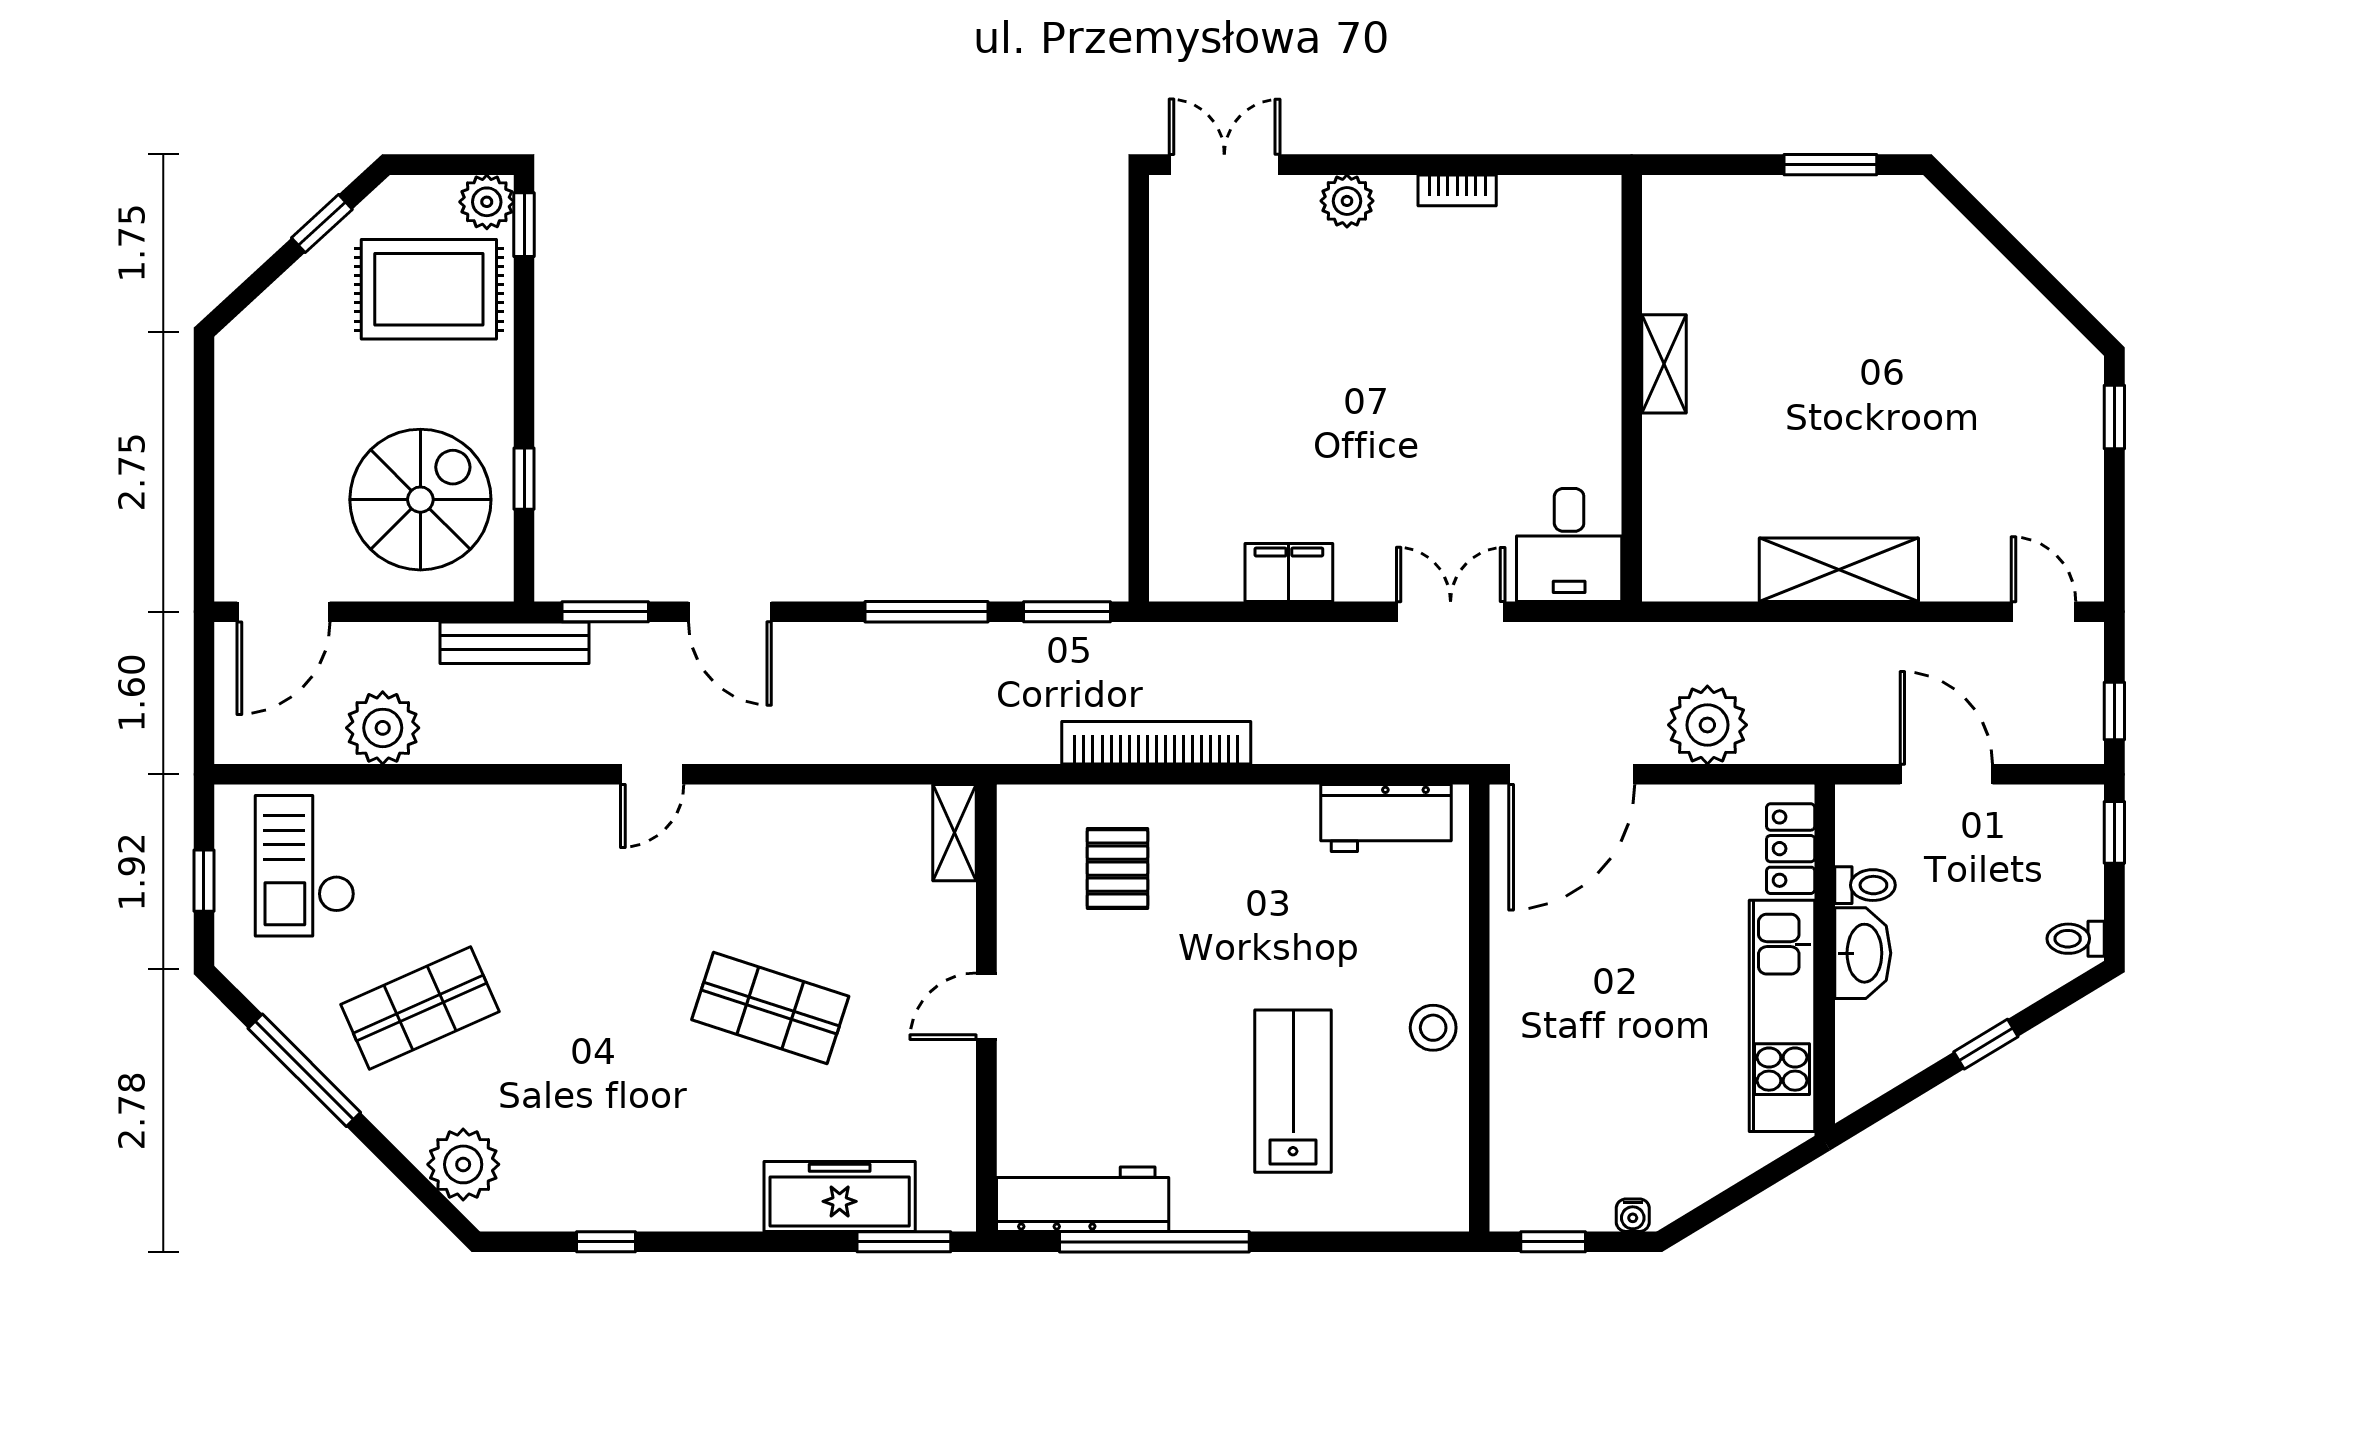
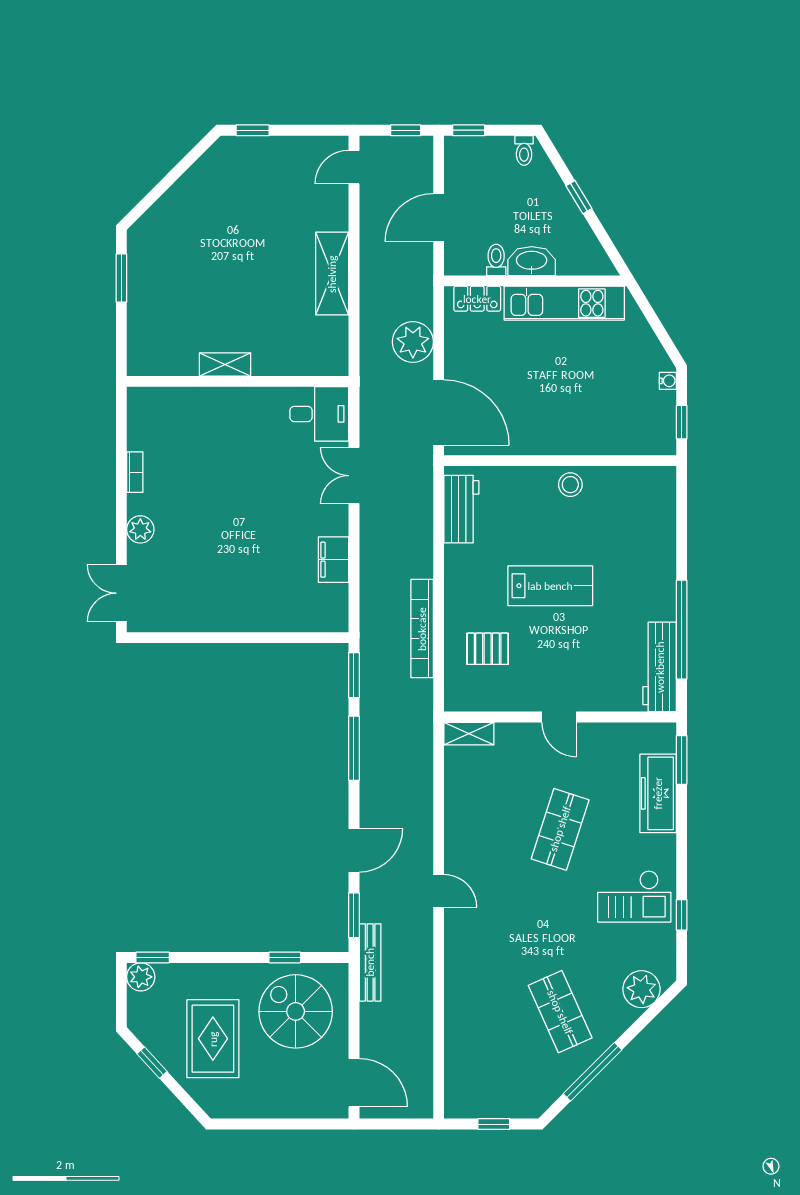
rug: (429, 289) -> (213, 1039), moved
plant: (383, 728) -> (414, 1031), removed
checkout: (305, 866) -> (634, 896), moved
lab bench: (1293, 1091) -> (550, 586), moved, turned 180

